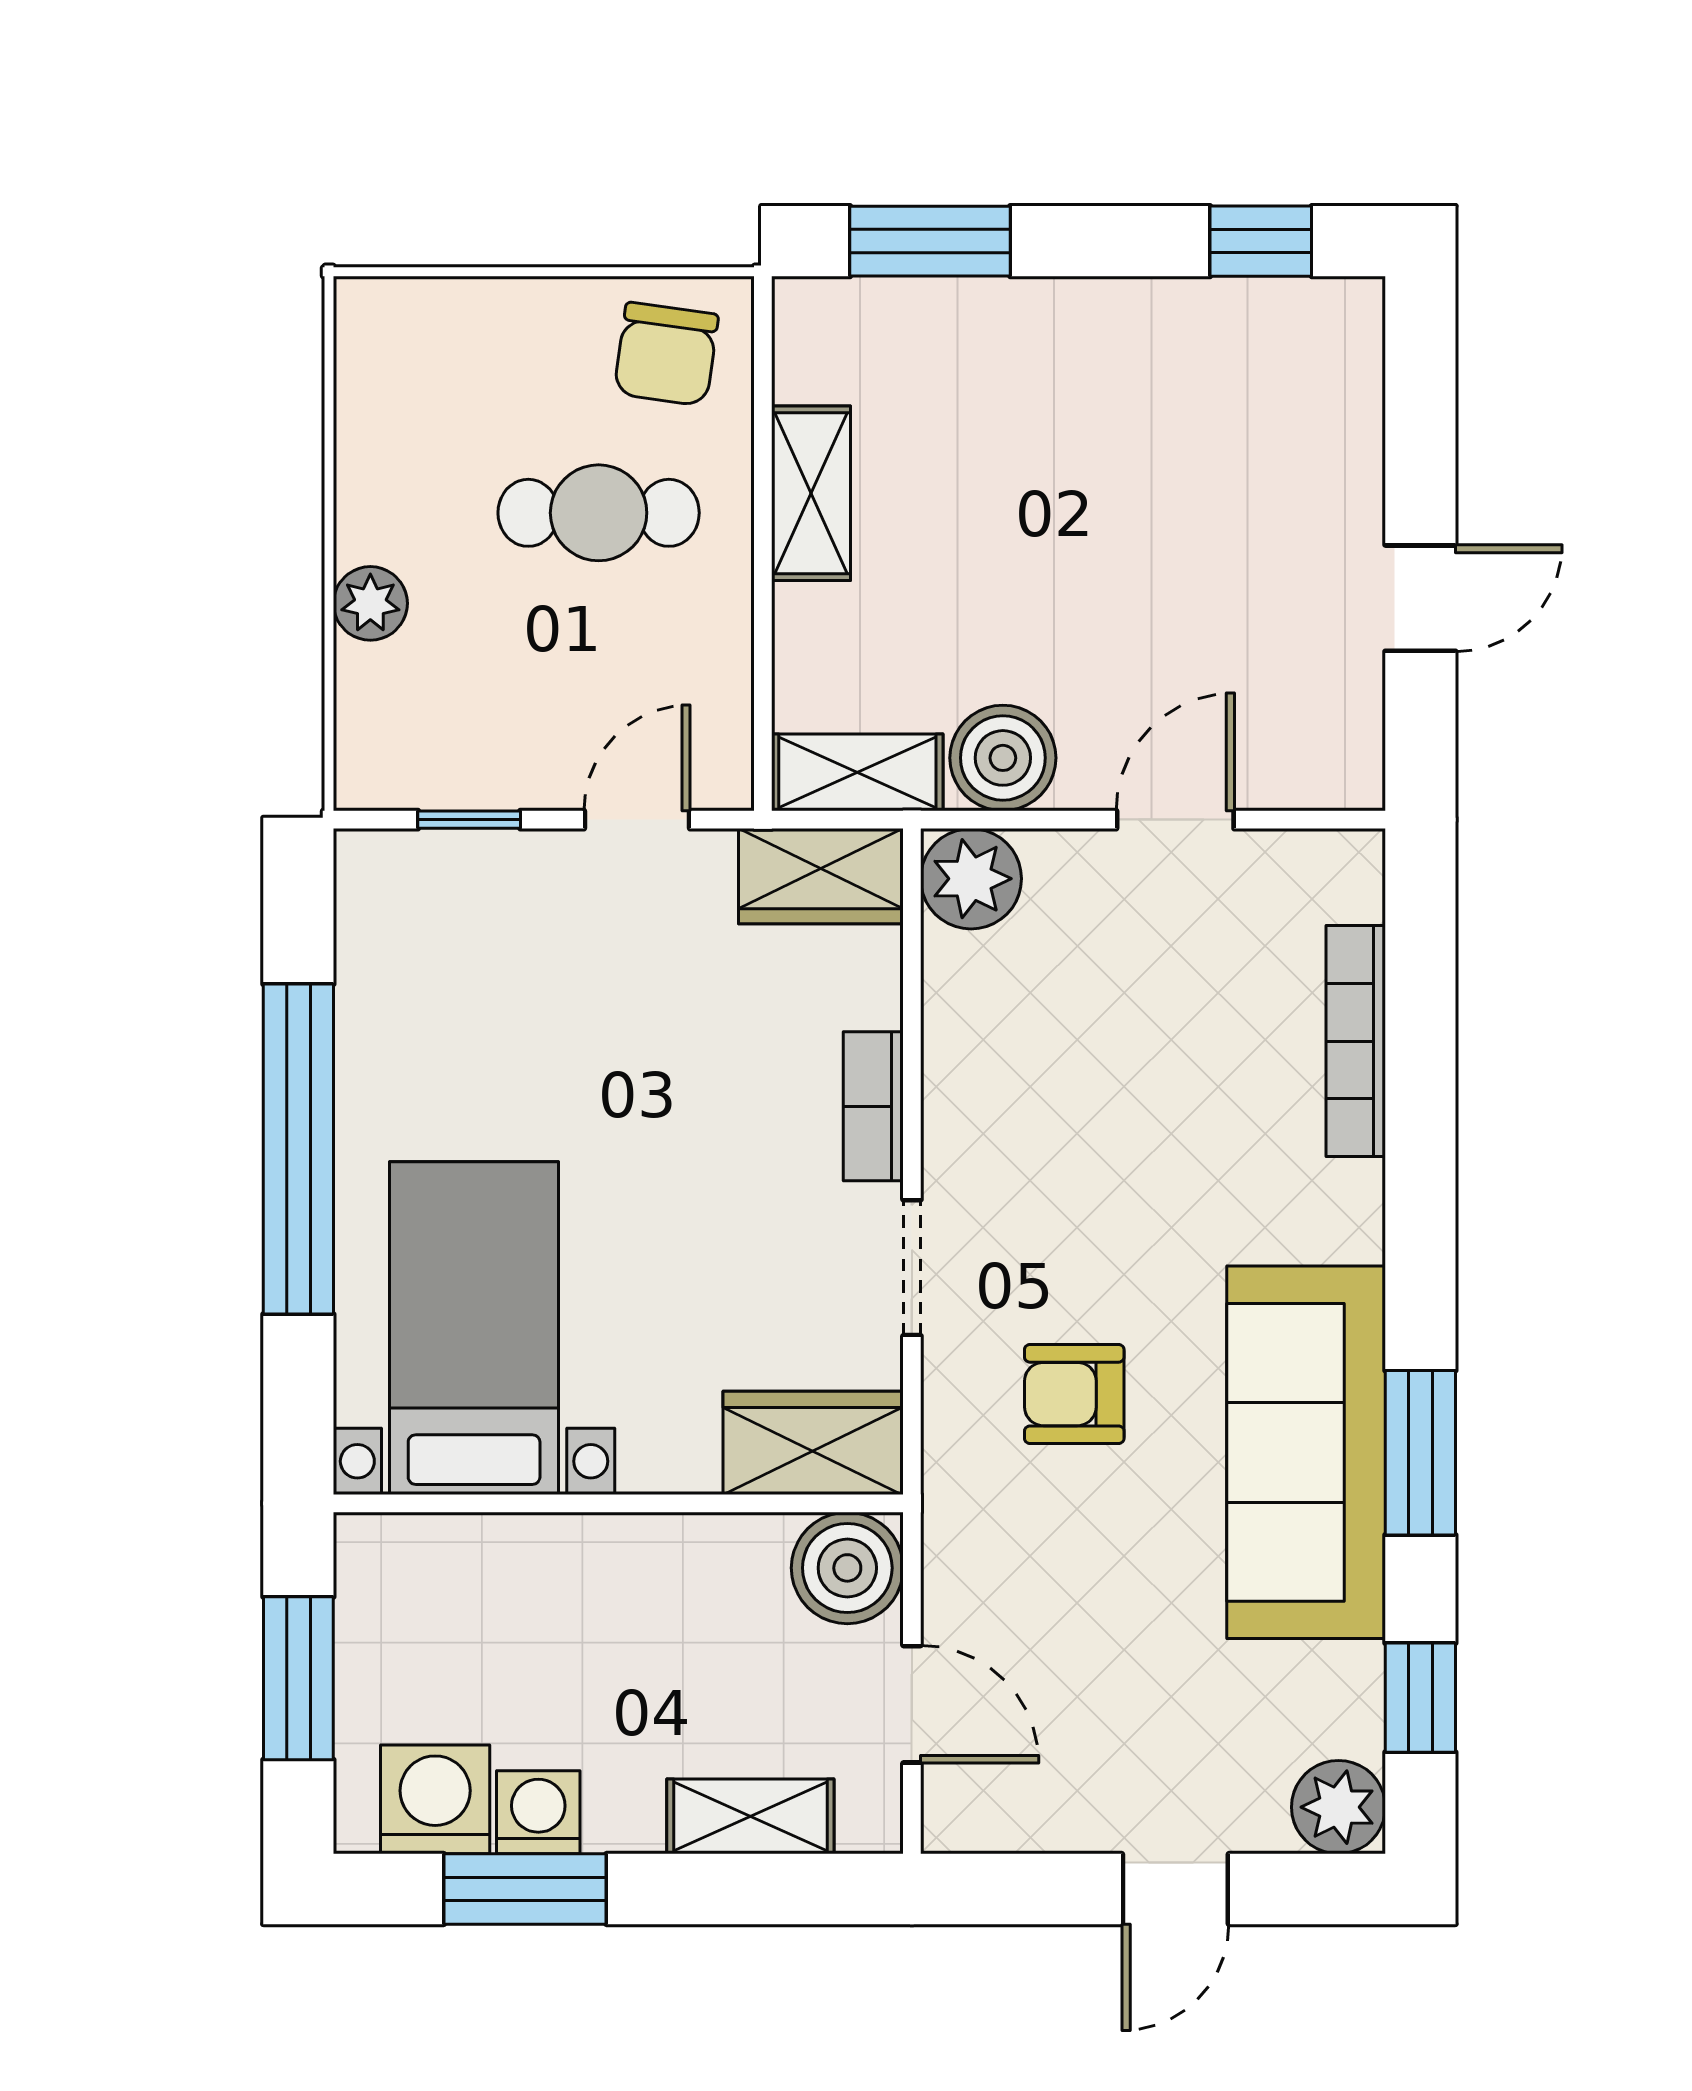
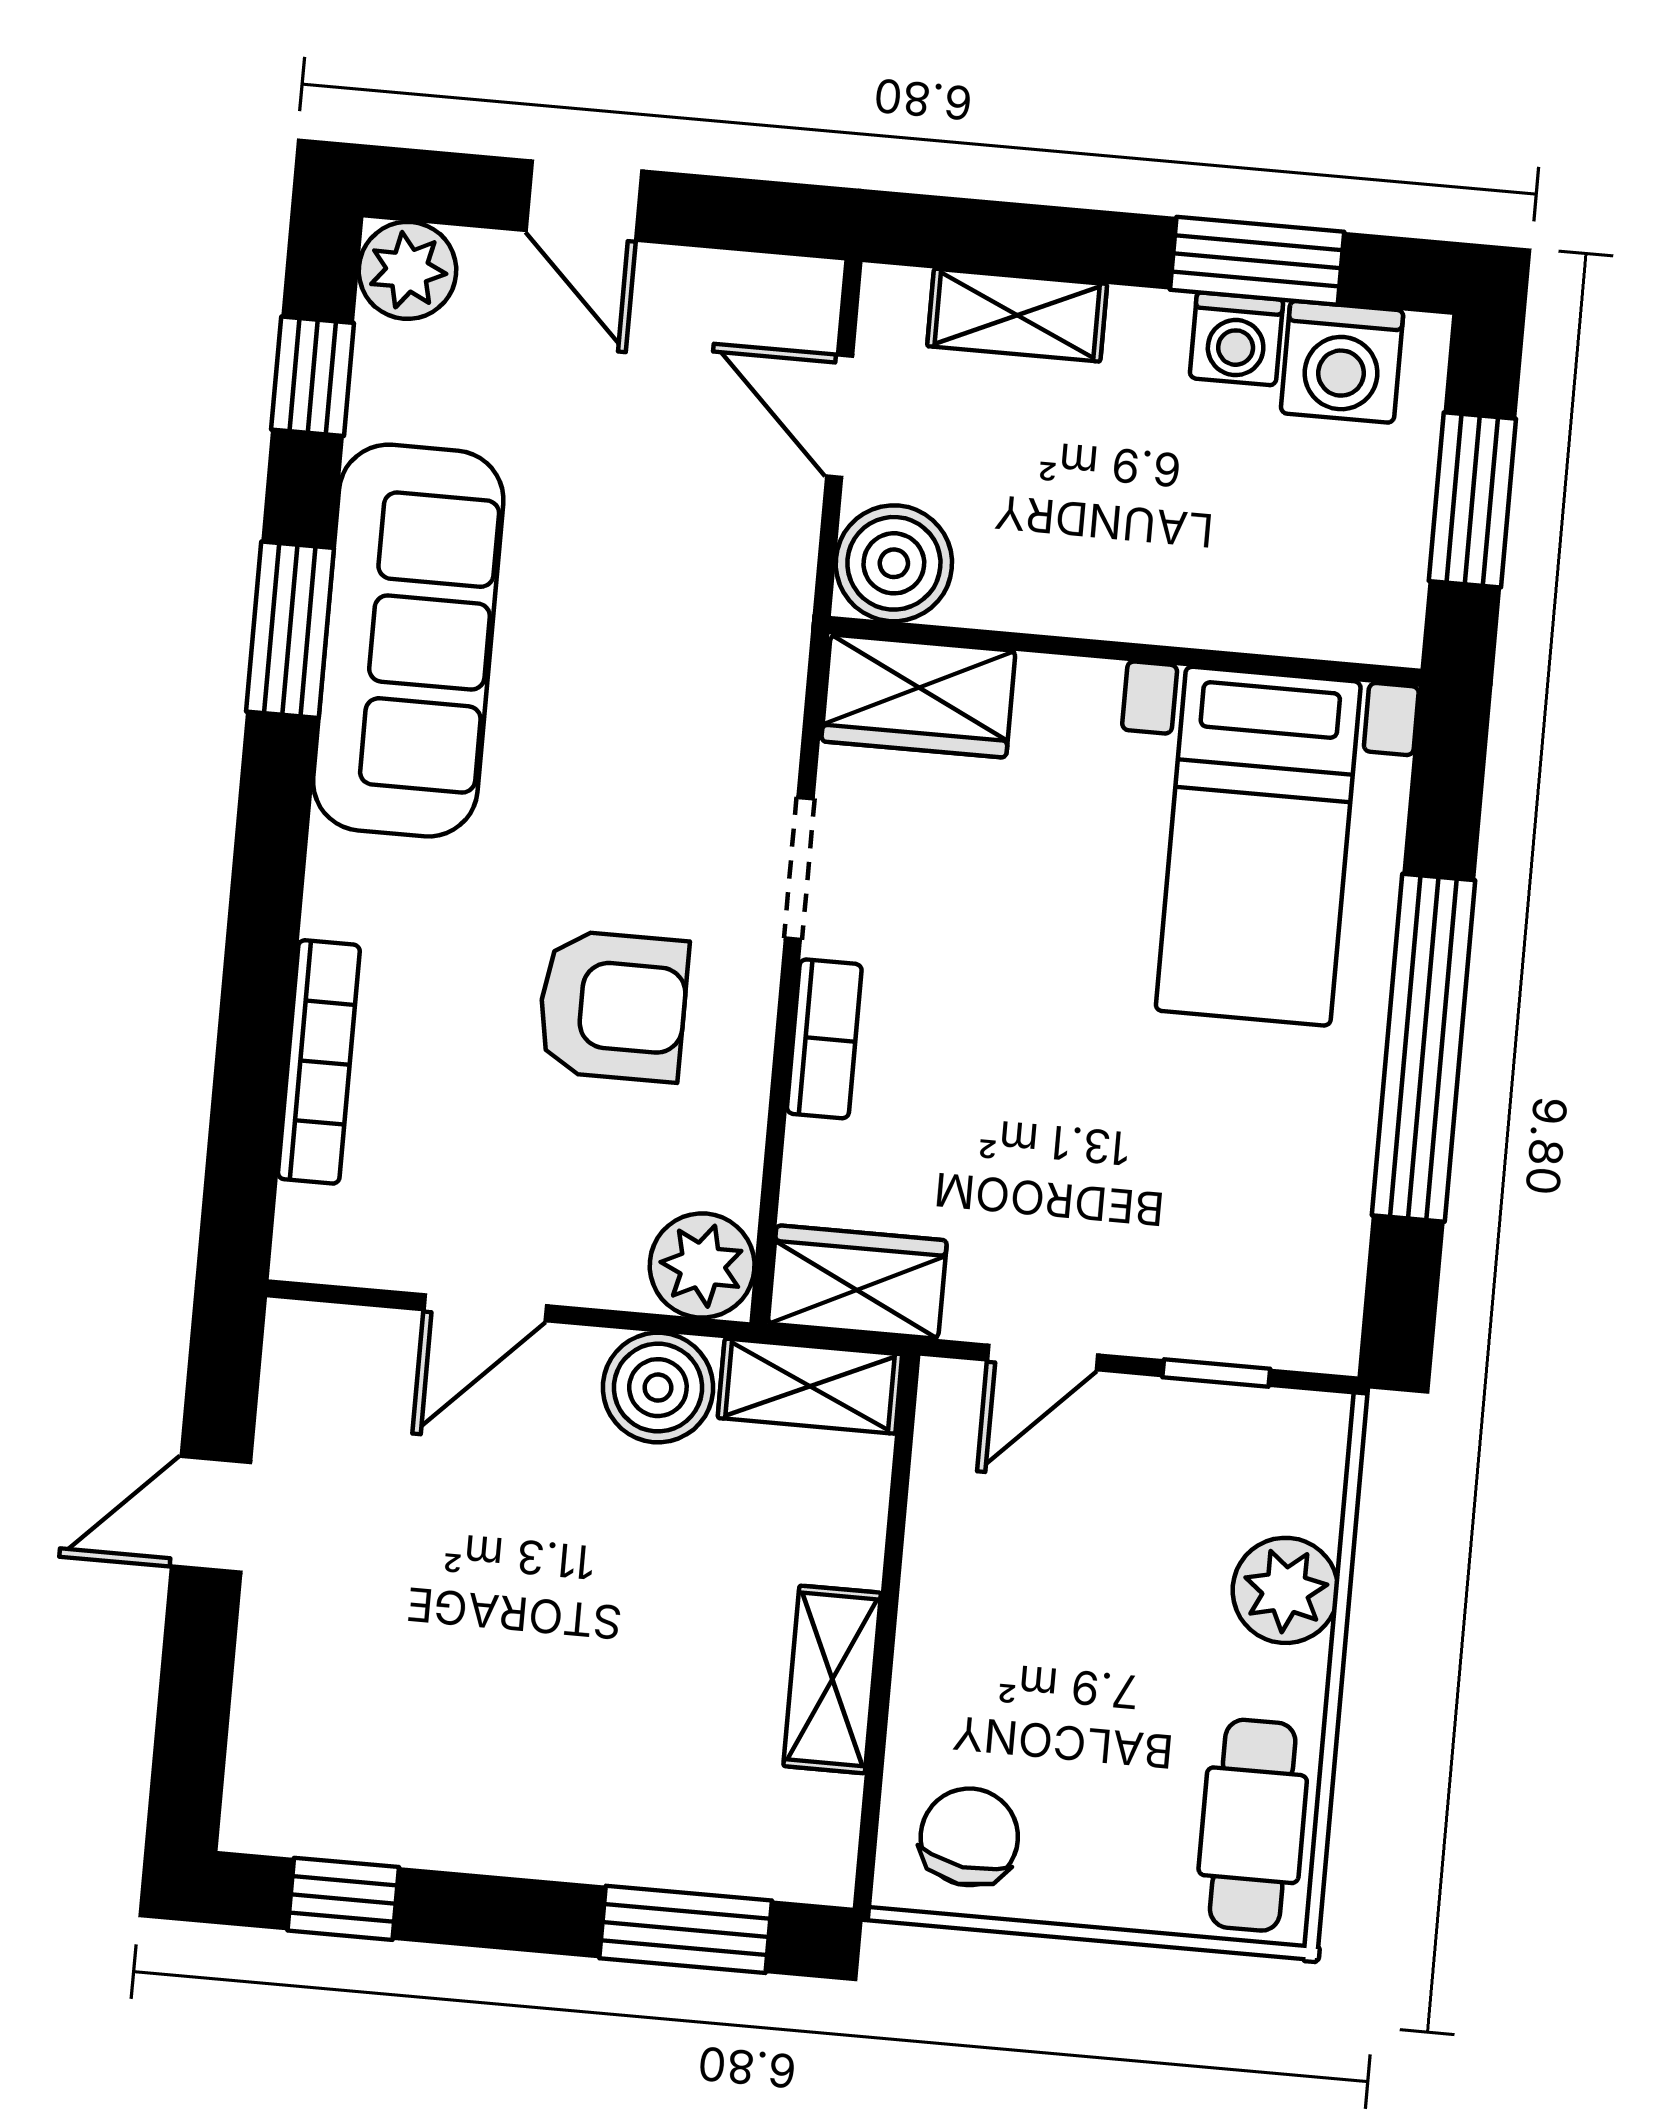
cafe table: (599, 513) -> (1253, 1825), moved, turned 90
plant: (370, 603) -> (1285, 1590), width x1.38, depth x1.38
armchair: (1074, 1394) -> (613, 1006), moved, width x1.38, depth x1.38
door: (1175, 1889) -> (584, 201), swing flipped

